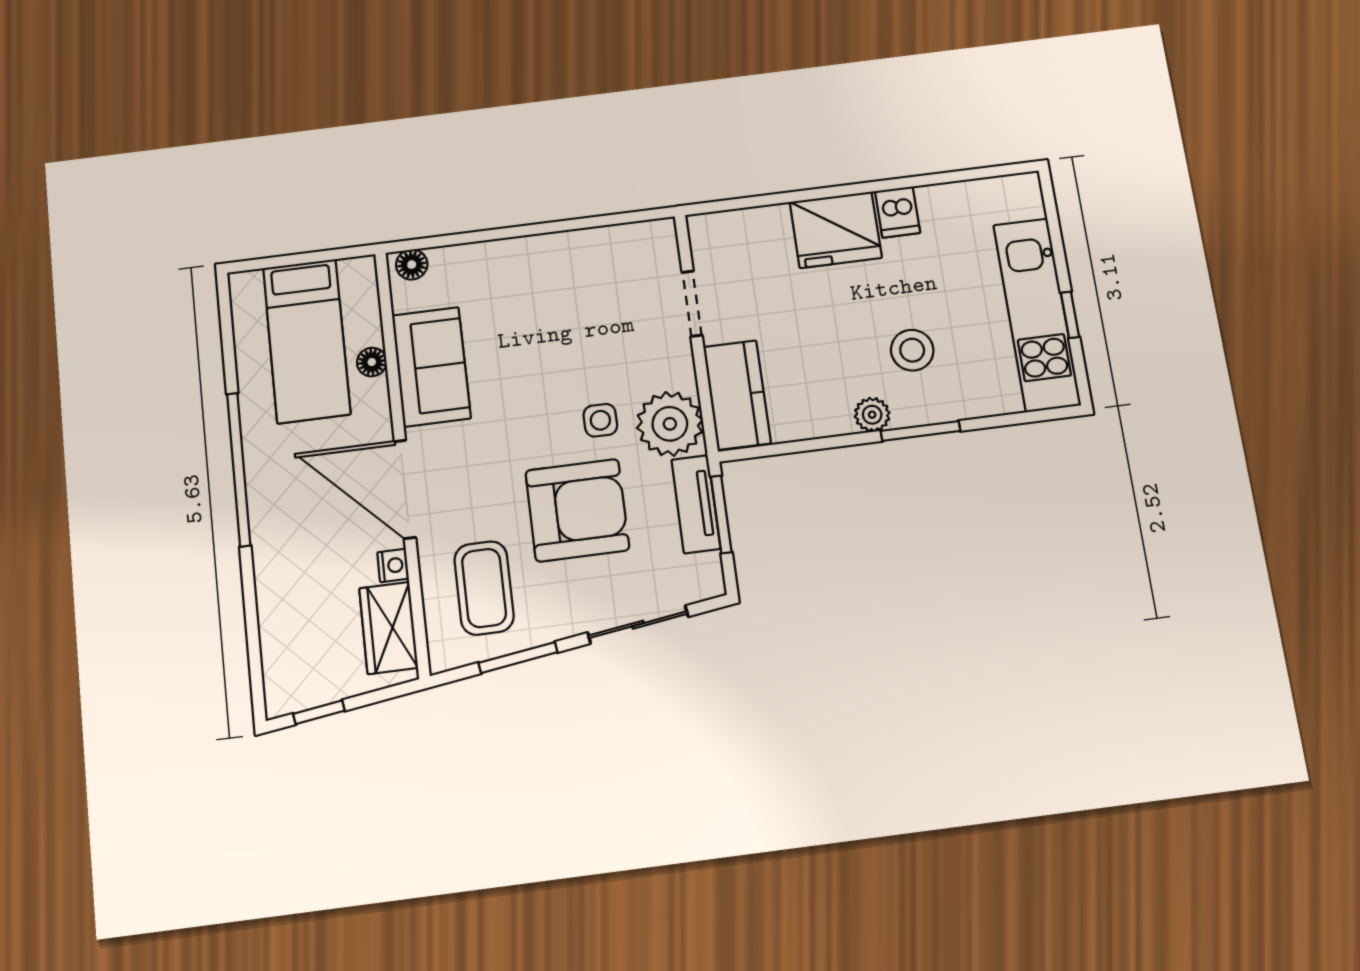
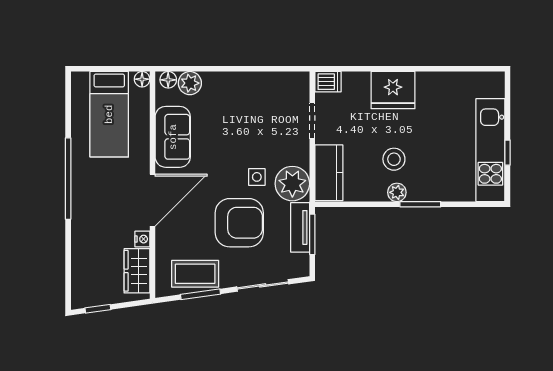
dishwasher: (898, 212) -> (328, 82), moved, turned -90
plant: (453, 265) -> (190, 83), added
stool: (912, 350) -> (394, 159), moved
floor lamp: (372, 362) -> (142, 79), moved
door: (405, 489) -> (152, 200), swing flipped
coffee table: (484, 588) -> (195, 274), moved, turned 90

